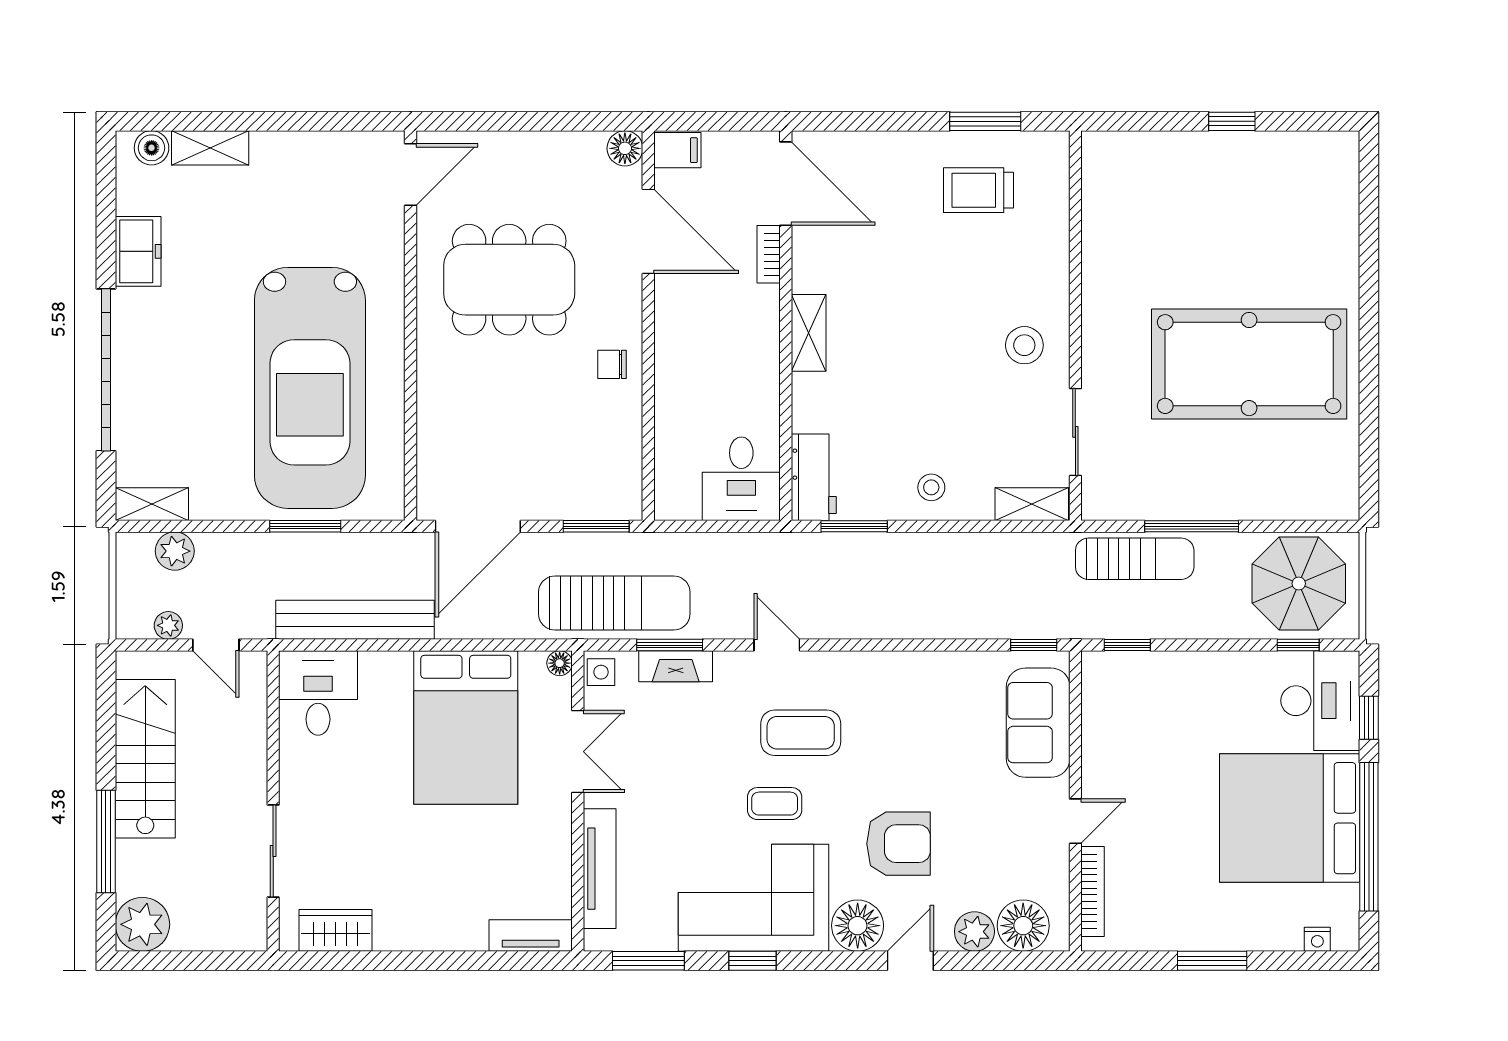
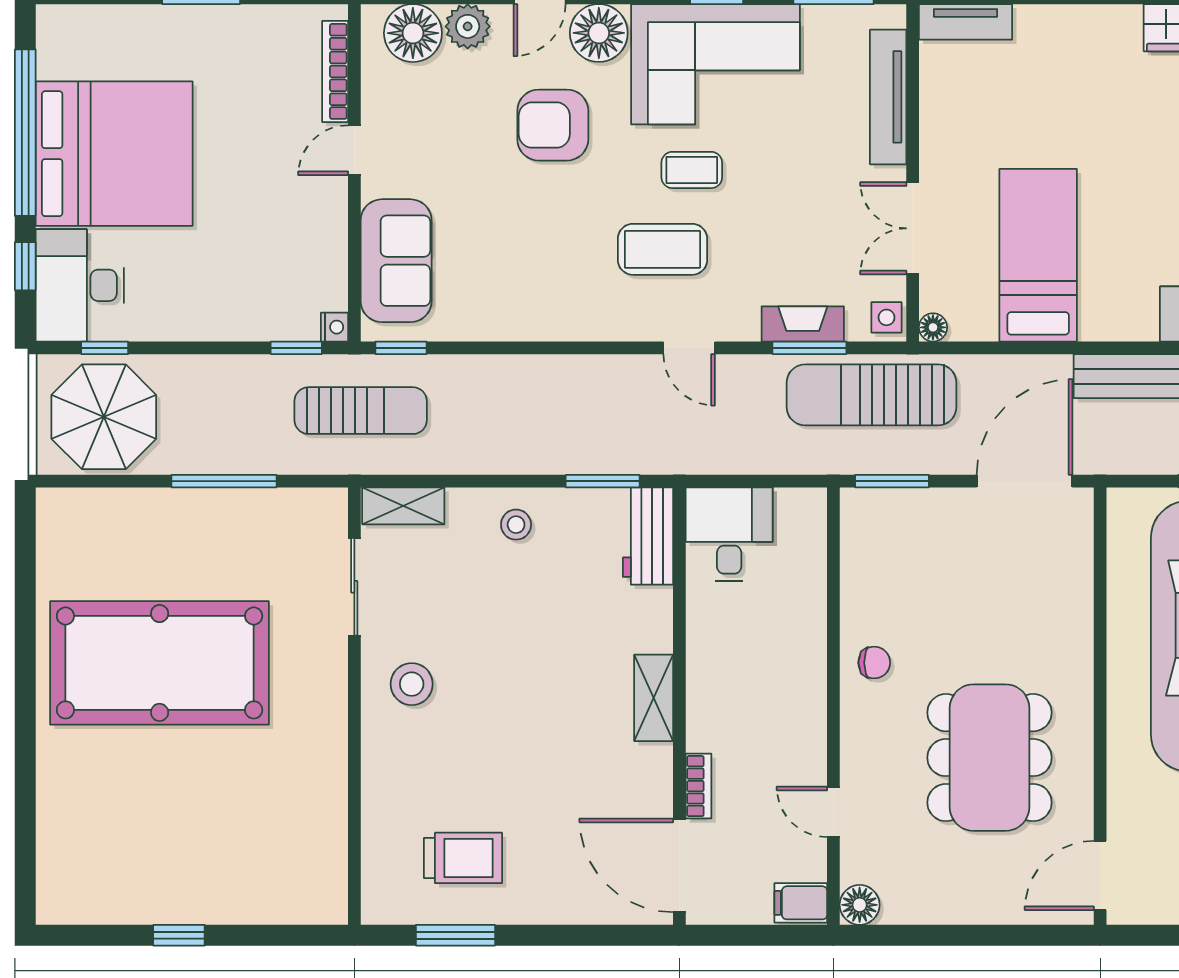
door: (648, 231) -> (833, 812), width x0.53
dining table: (509, 280) -> (990, 758), turned 90
sun lounger: (1135, 559) -> (361, 411), moved, turned 180
bed: (466, 728) -> (1038, 255), width x0.67
nightstand: (1317, 939) -> (334, 327), moved, turned 90

